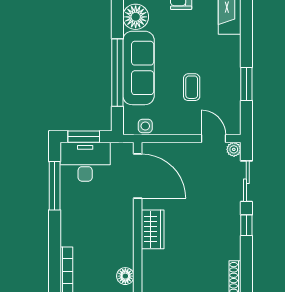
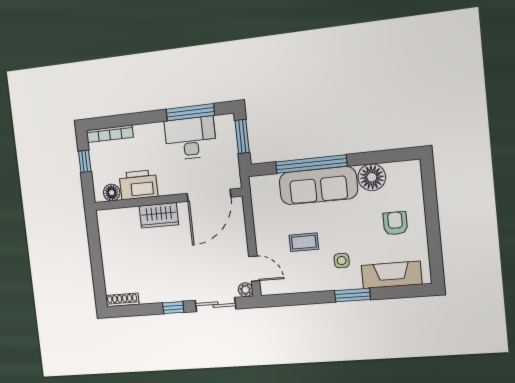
window: (246, 84) -> (353, 295), moved
side table: (145, 126) -> (342, 261), moved
door: (214, 139) -> (254, 269), hinge flipped
desk: (85, 162) -> (190, 138), moved, turned -90
printer: (120, 247) -> (138, 185), added

